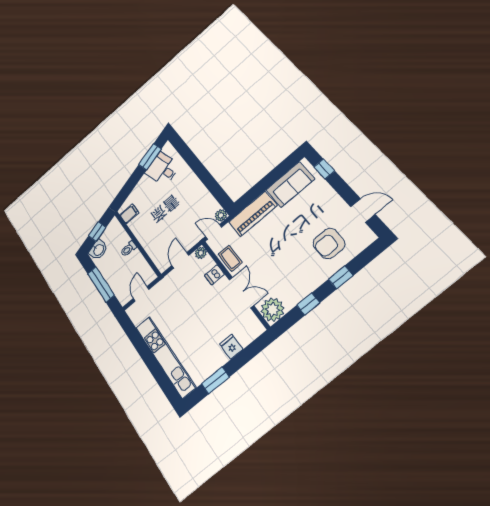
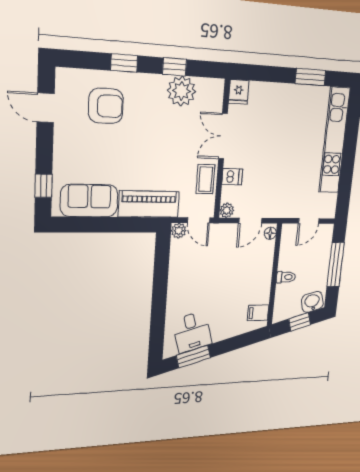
floor lamp: (161, 265) -> (270, 233), added
plant: (273, 310) -> (182, 91), moved
fridge: (231, 347) -> (239, 92), moved

